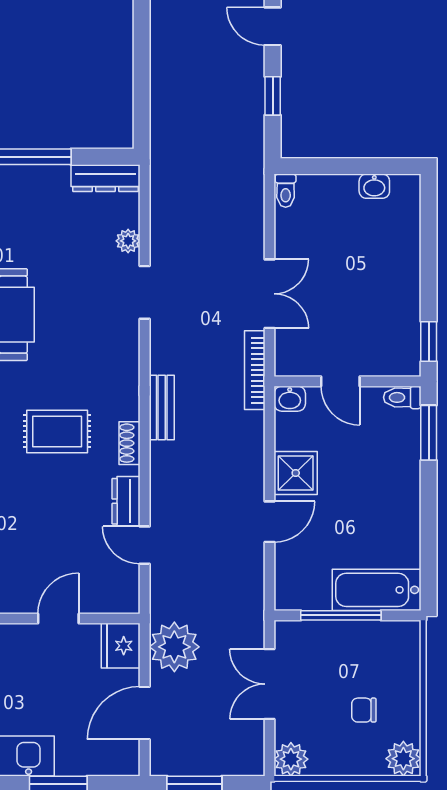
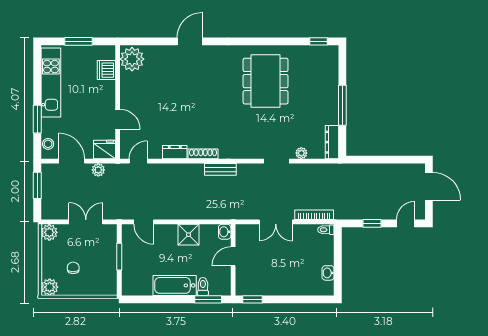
bookcase: (255, 370) -> (314, 215), moved
toilet: (402, 397) -> (203, 286), moved
rug: (57, 431) -> (209, 119), removed
shoe rack: (130, 443) -> (203, 154), width x1.43
door: (269, 522) -> (144, 222), moved
door: (145, 545) -> (138, 161), moved
bathtub: (377, 590) -> (175, 285), moved, turned -90
window: (341, 615) -> (119, 257), width x0.69
plant: (174, 647) -> (98, 170), width x0.53, depth x0.53
stool: (109, 762) -> (48, 144), added

